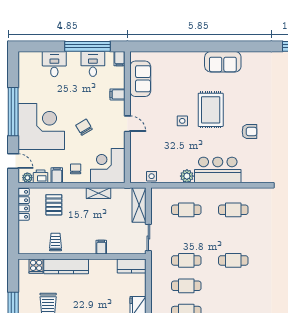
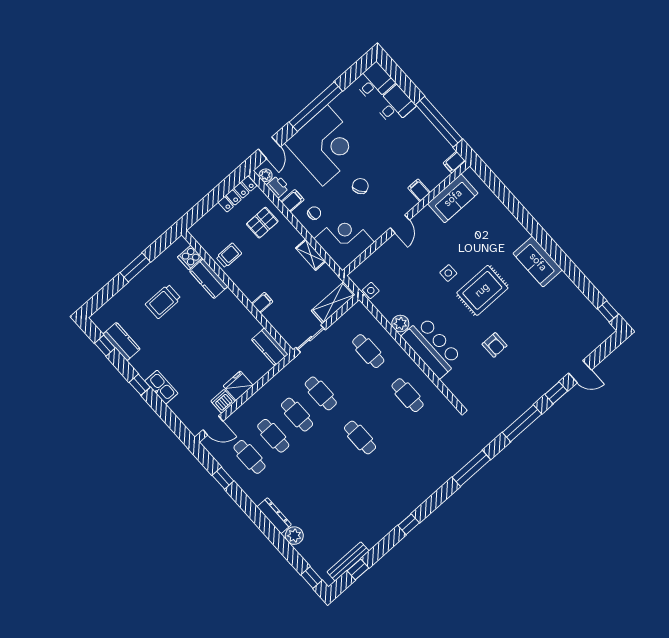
desk: (93, 64) -> (374, 82), moved
kitchen counter: (66, 266) -> (209, 279), width x0.67

